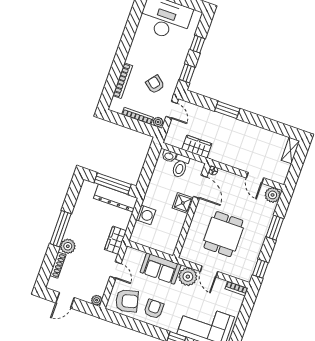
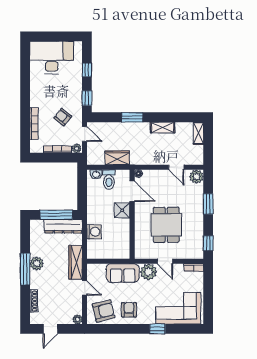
shelving: (255, 131) -> (163, 127), added
wardrobe: (115, 240) -> (76, 262), width x1.50
plant: (68, 246) -> (37, 263), moved

